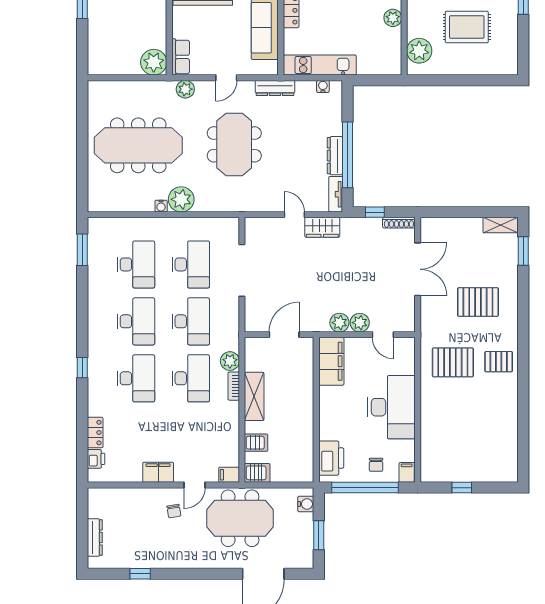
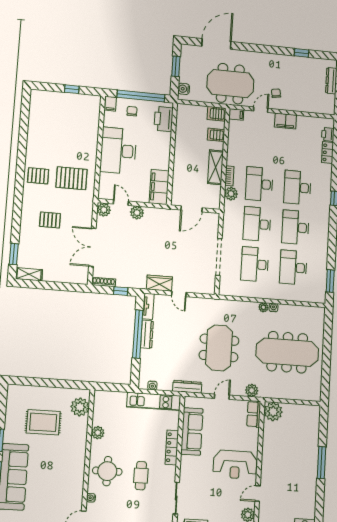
plant: (181, 199) -> (263, 307), width x0.53, depth x0.53
pallet: (478, 302) -> (50, 220), width x0.67, depth x0.71
plant: (339, 323) -> (104, 210), moved

